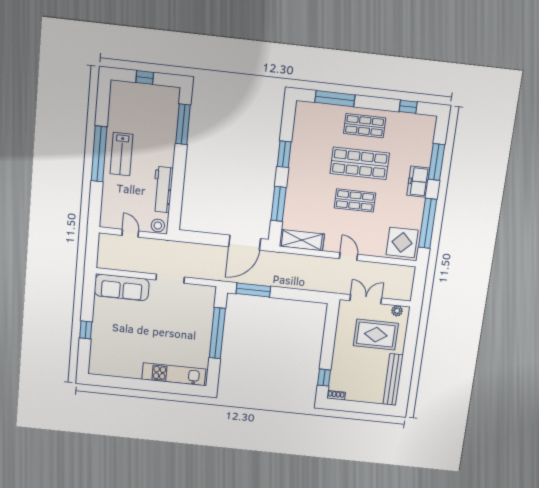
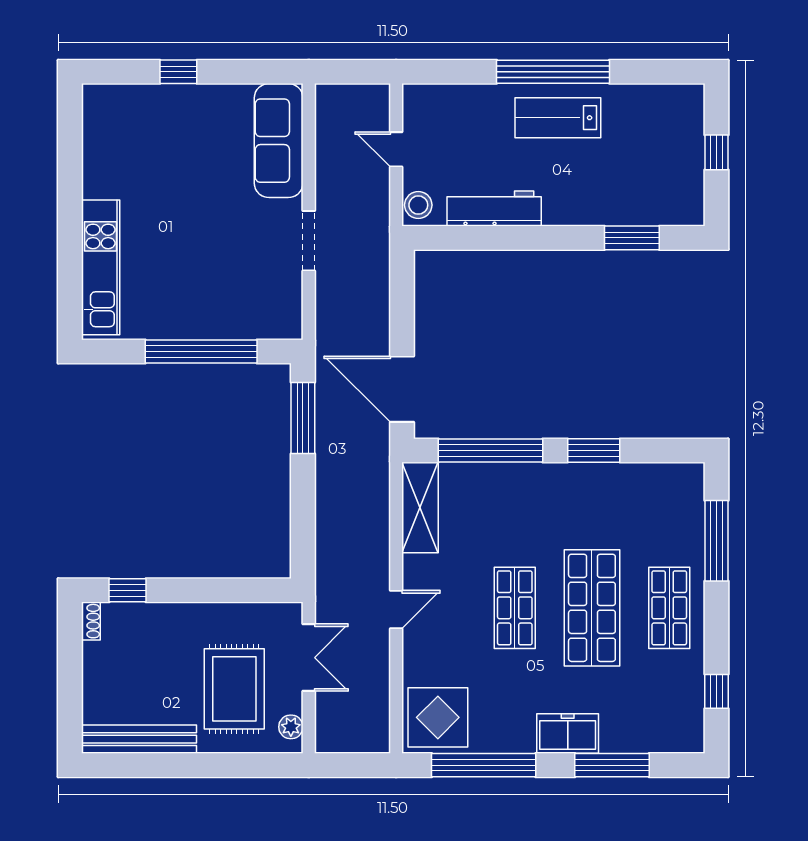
window: (183, 124) -> (632, 238), width x0.69
window: (279, 204) -> (491, 451), width x1.46
door: (130, 233) -> (396, 149), swing flipped

